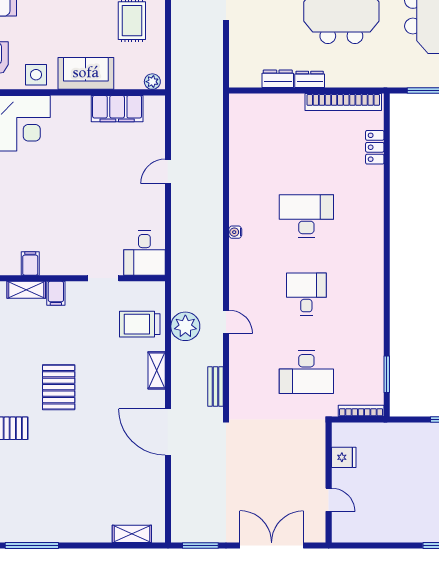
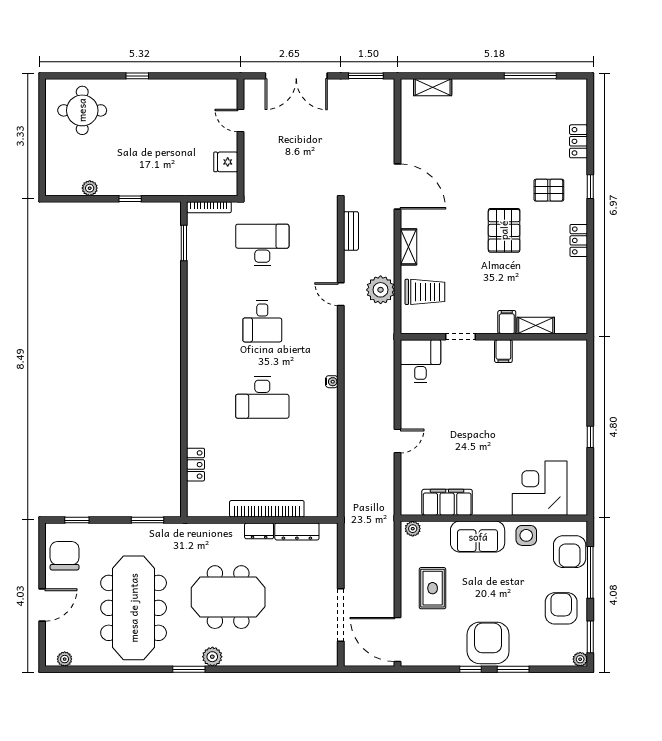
dresser: (278, 79) -> (297, 531), width x1.44
bookcase: (343, 102) -> (267, 509), moved
filing cabinet: (30, 263) -> (503, 351), moved

